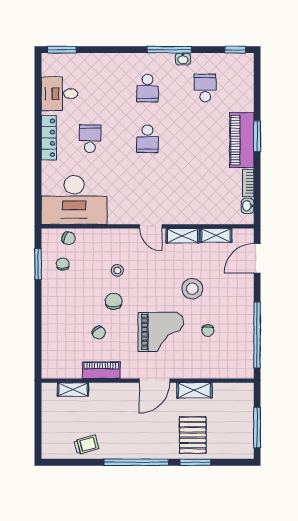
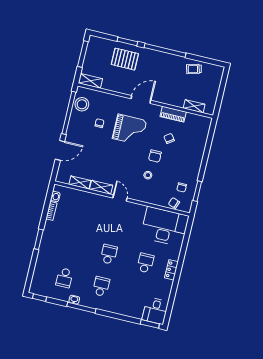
desk: (59, 94) -> (155, 311), moved, turned 90
locker: (49, 138) -> (171, 270), width x0.66
school desk: (90, 139) -> (145, 263), turned 180
piano: (242, 140) -> (49, 239), removed
door: (257, 258) -> (60, 150), moved
stool: (192, 289) -> (82, 104), moved
grand piano: (161, 332) -> (130, 130), turned 180
shelving: (194, 390) -> (90, 81), moved
pallet: (193, 435) -> (125, 59), turned 90

